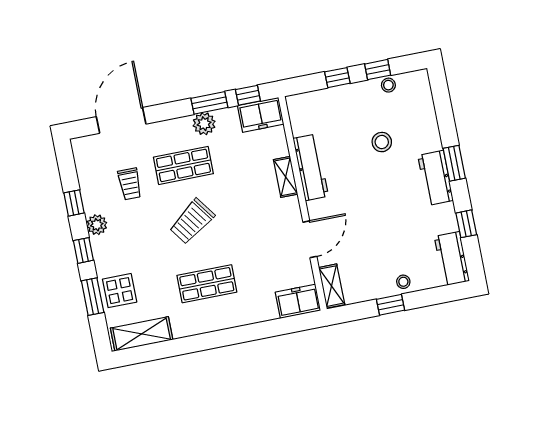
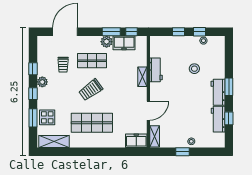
freezer: (261, 115) -> (124, 43), moved
workbench: (311, 167) -> (156, 70), width x0.73
workbench: (452, 259) -> (218, 119), moved
shop shelf: (207, 284) -> (92, 123), width x1.43, depth x1.36

